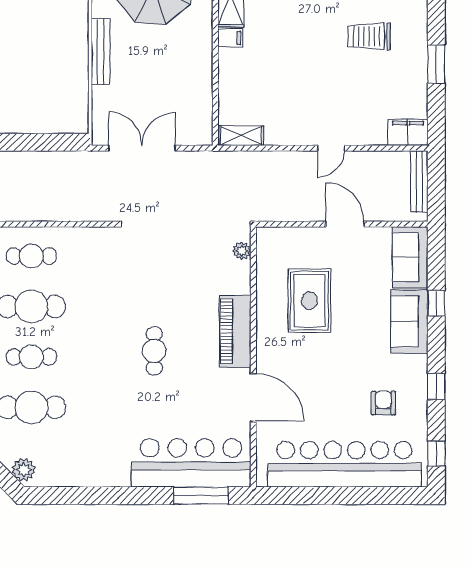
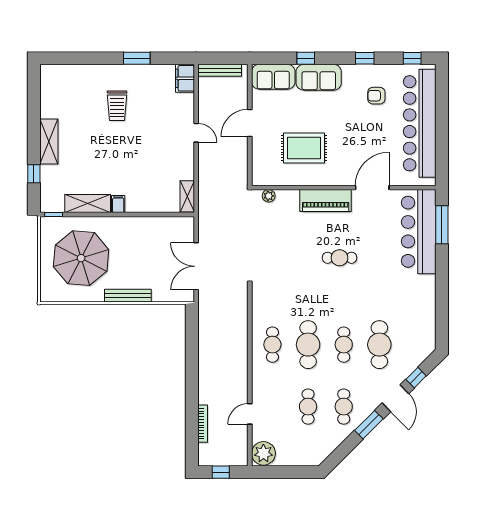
plant: (24, 470) -> (423, 350), removed

